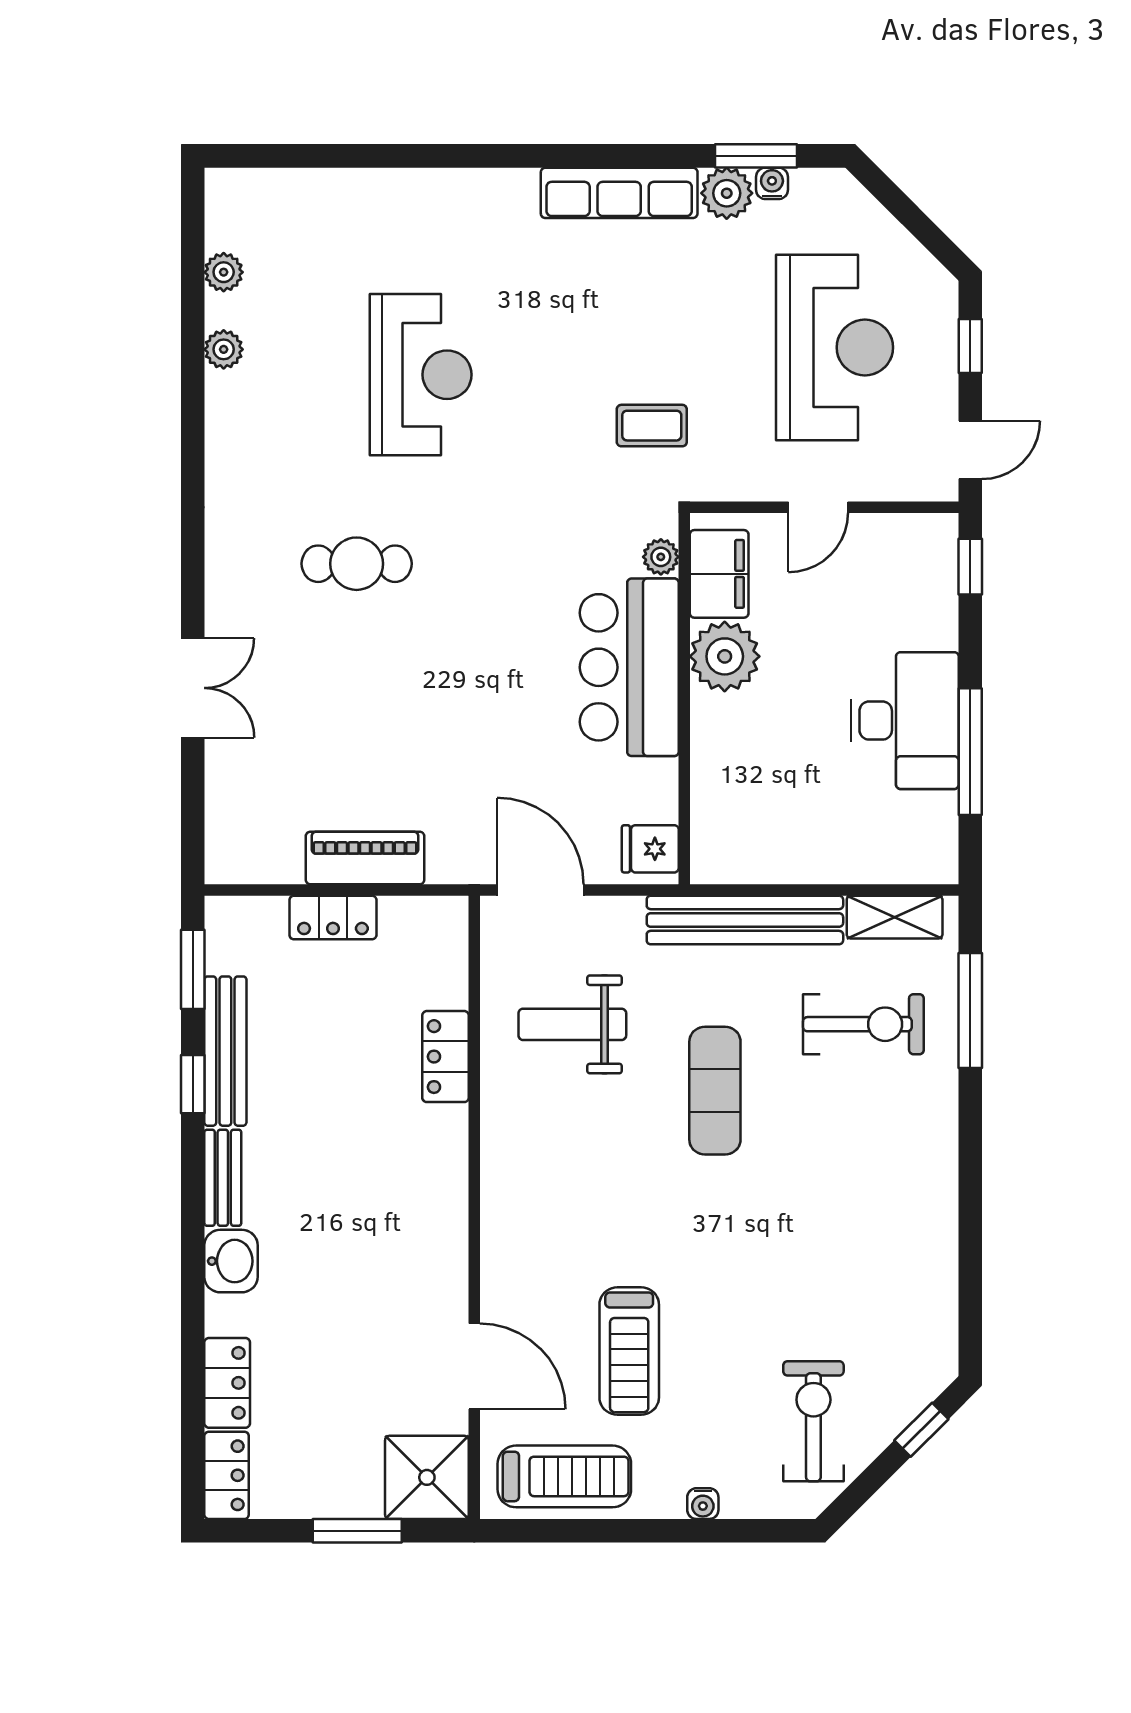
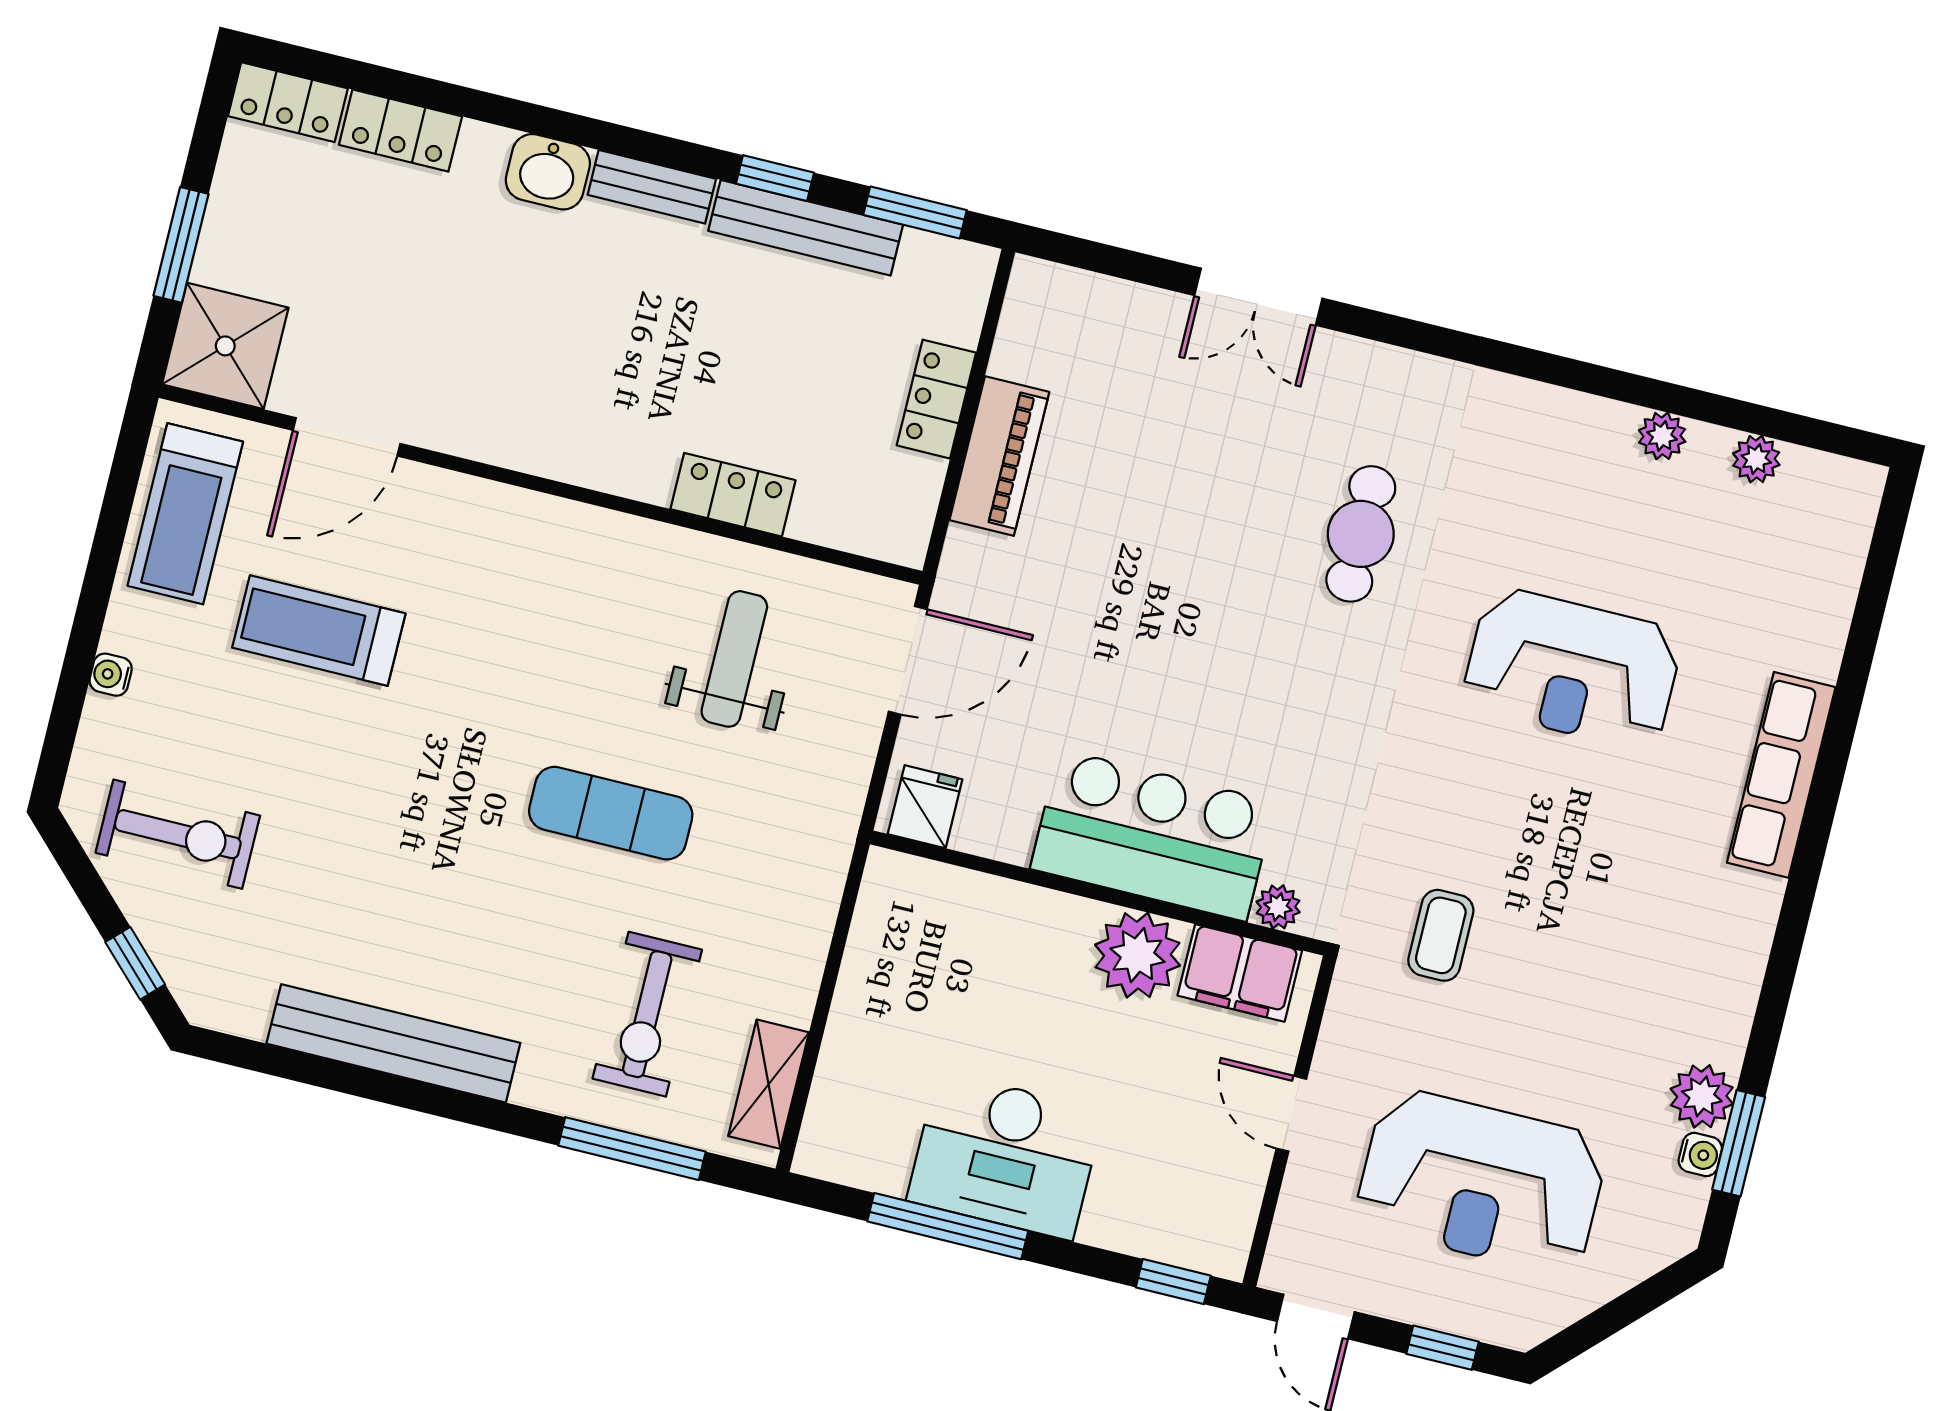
row of seats: (619, 193) -> (1781, 775), moved
bench: (745, 920) -> (393, 1043), moved, turned 90

